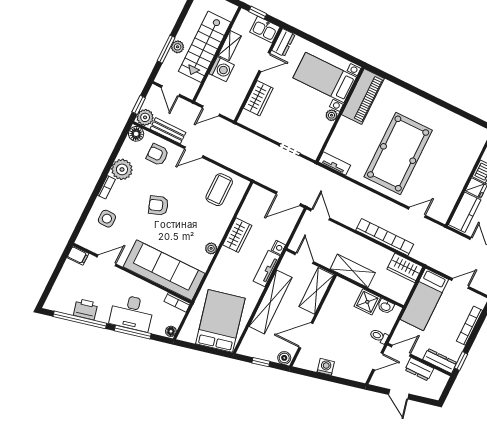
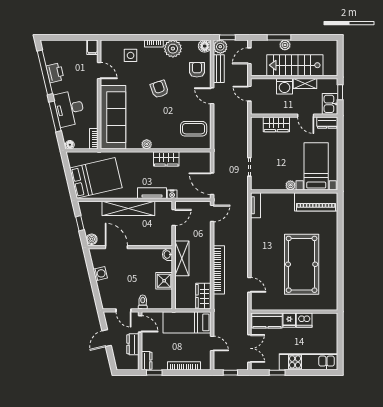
pool table: (398, 154) -> (302, 264), moved, turned 90
shelving: (316, 291) -> (154, 239), removed
washbasin: (386, 306) -> (168, 254), moved
dresser: (440, 361) -> (147, 361), width x0.70

